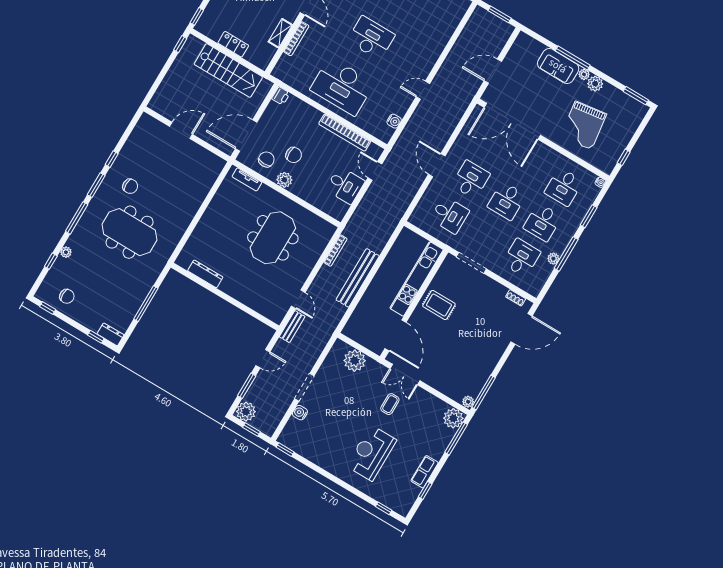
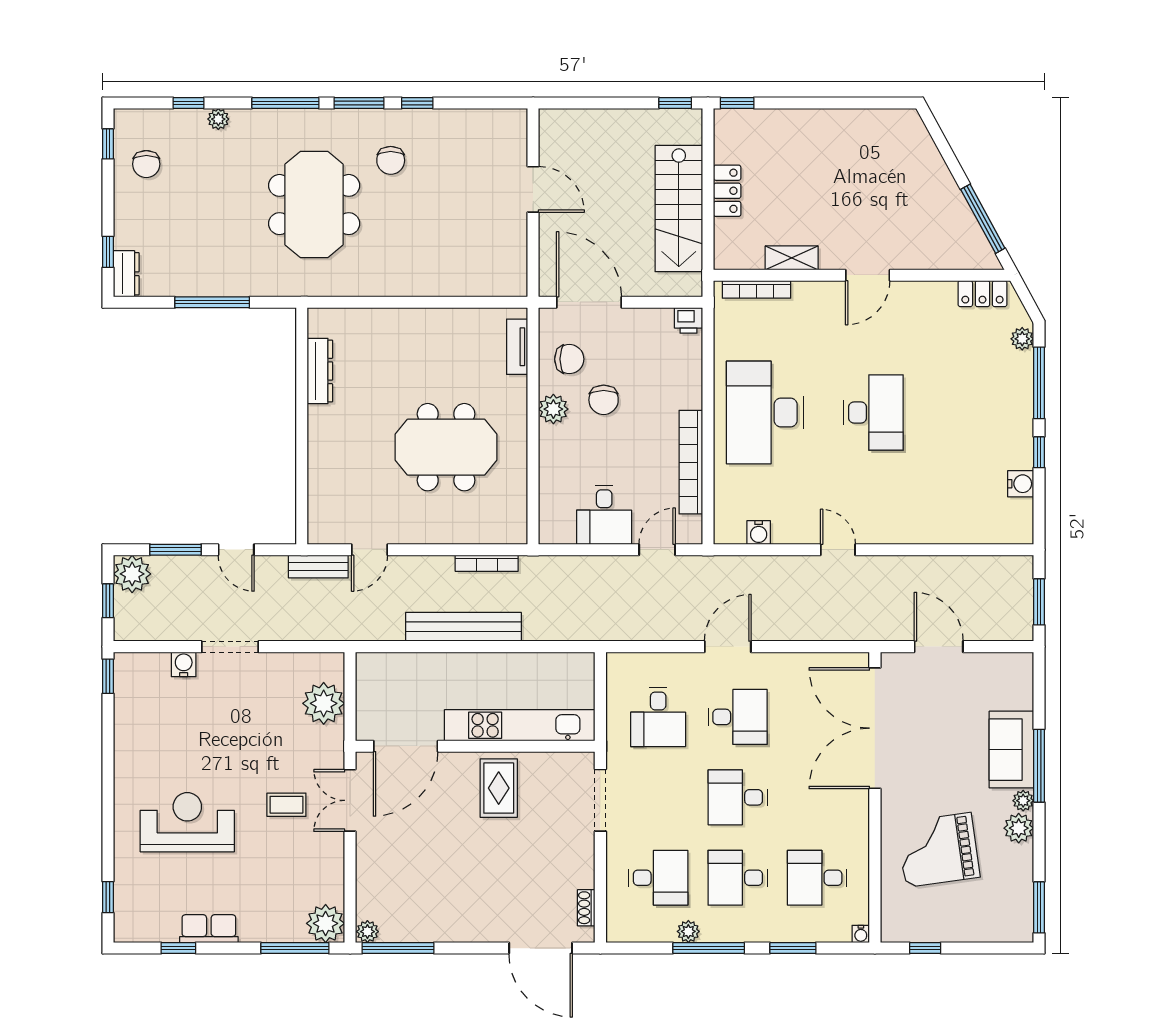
bookcase: (296, 39) -> (757, 289), moved

